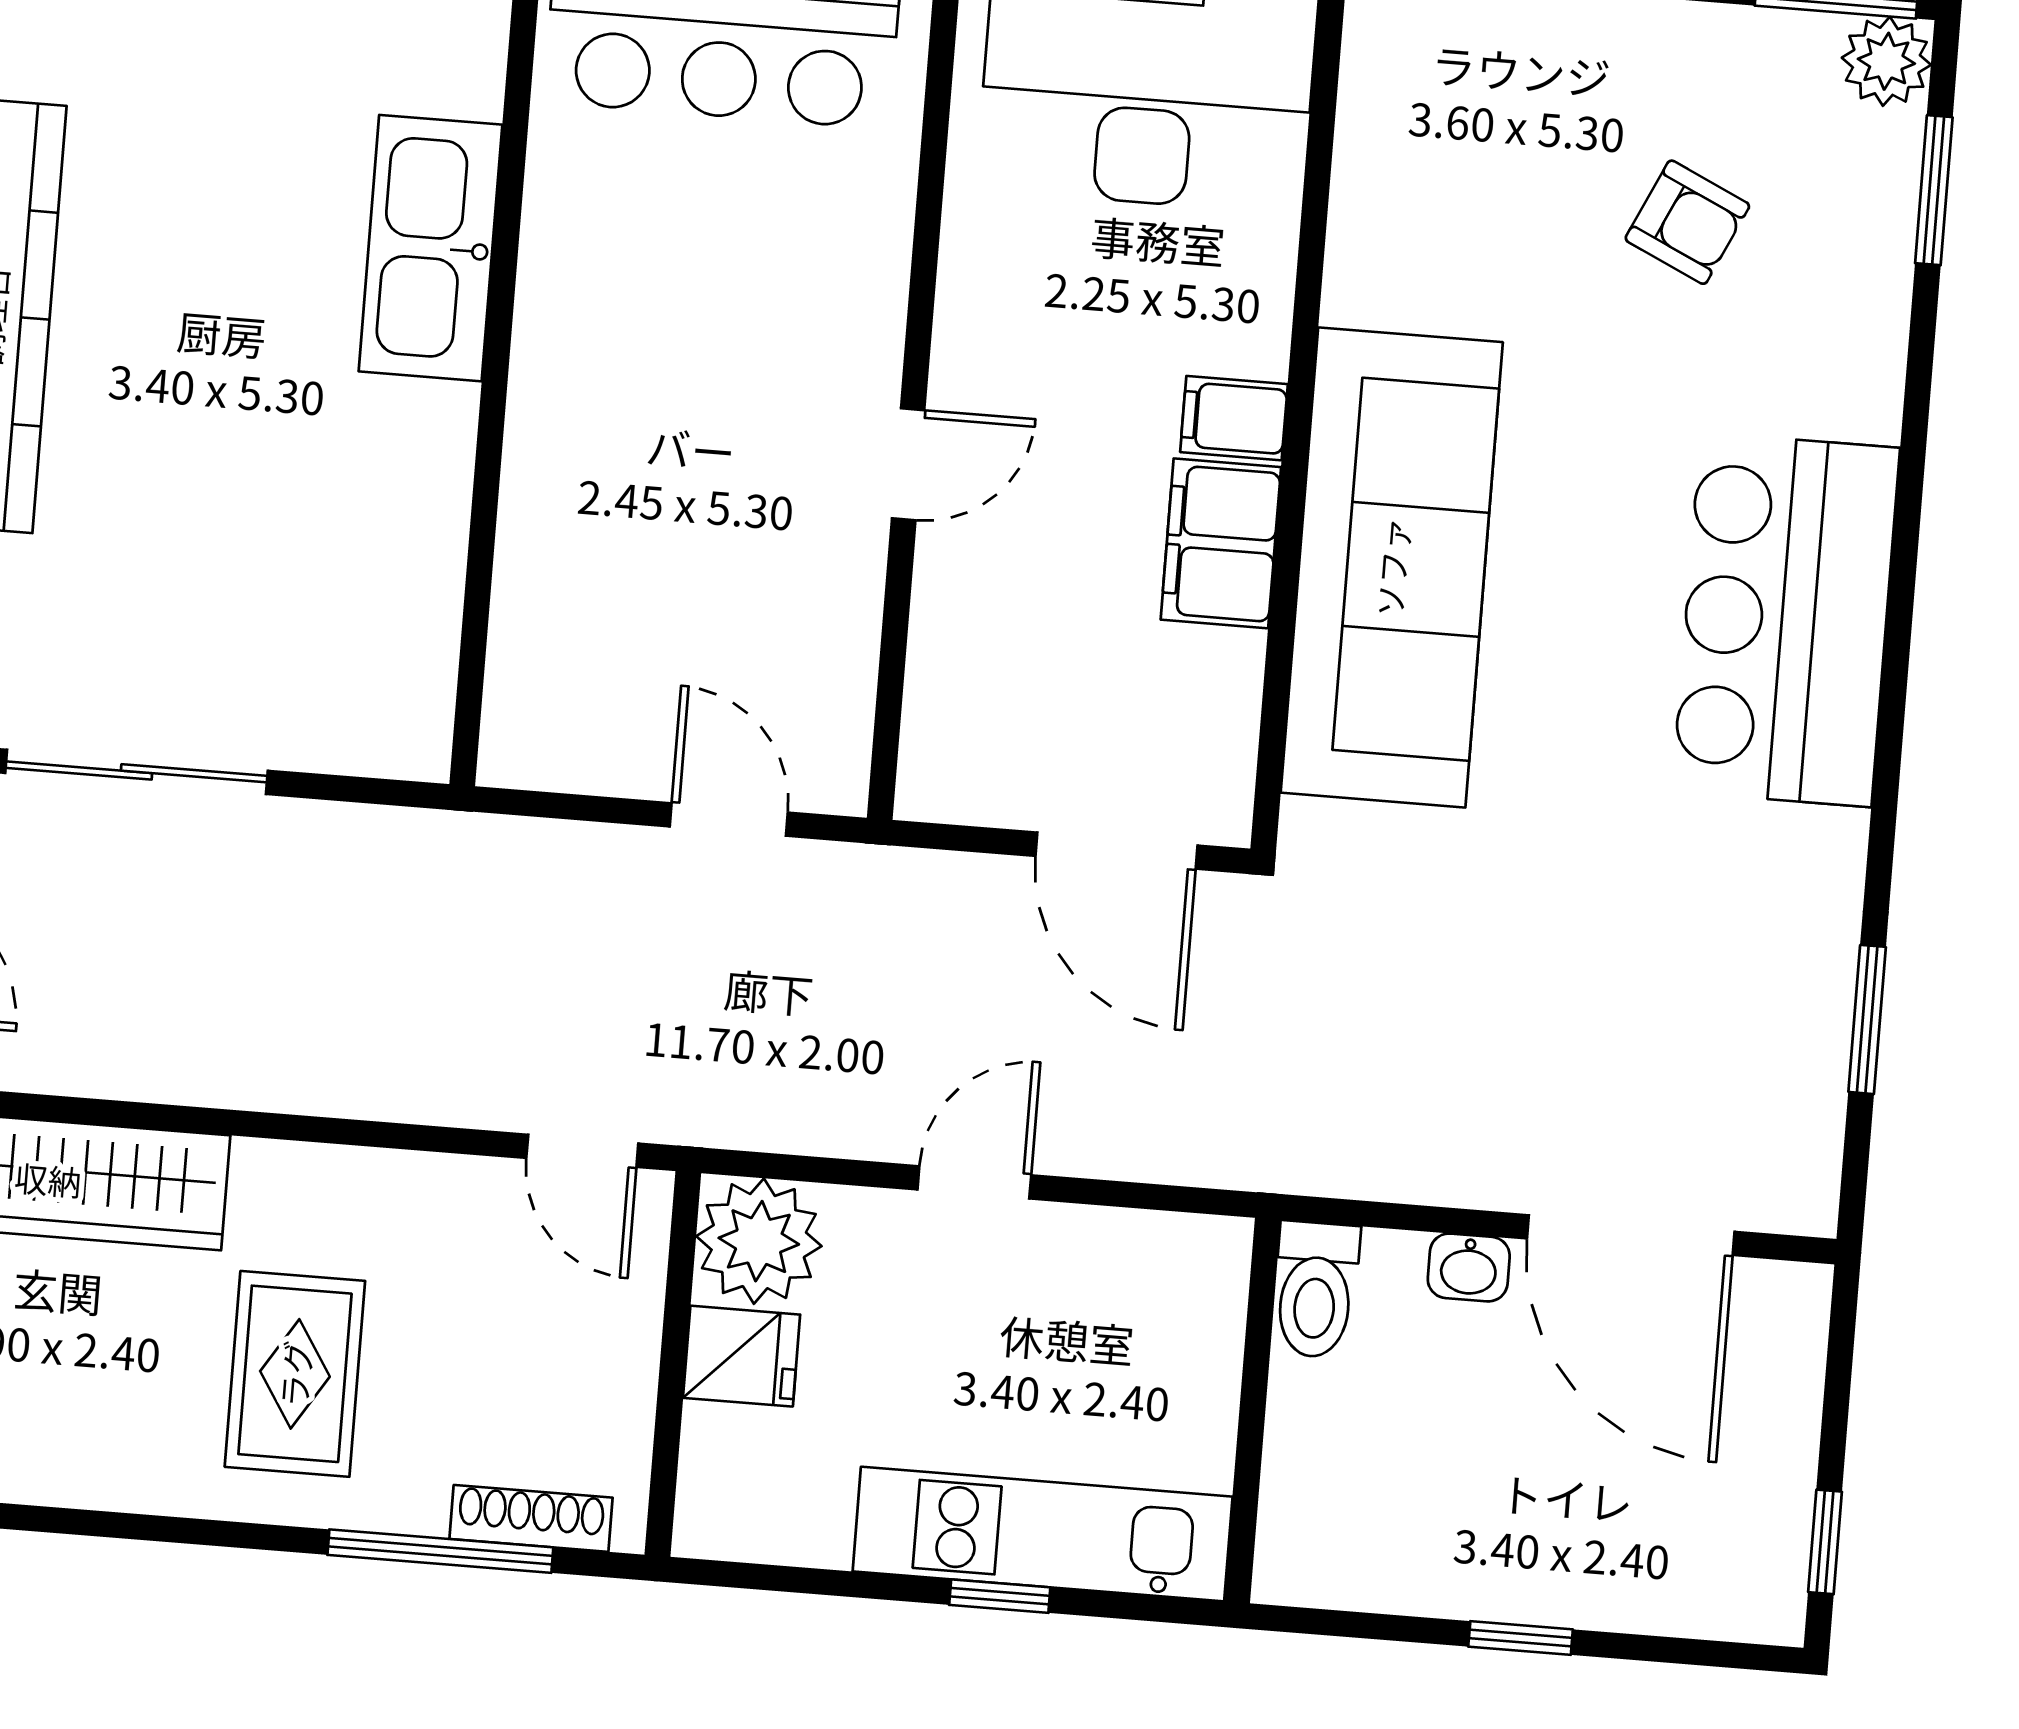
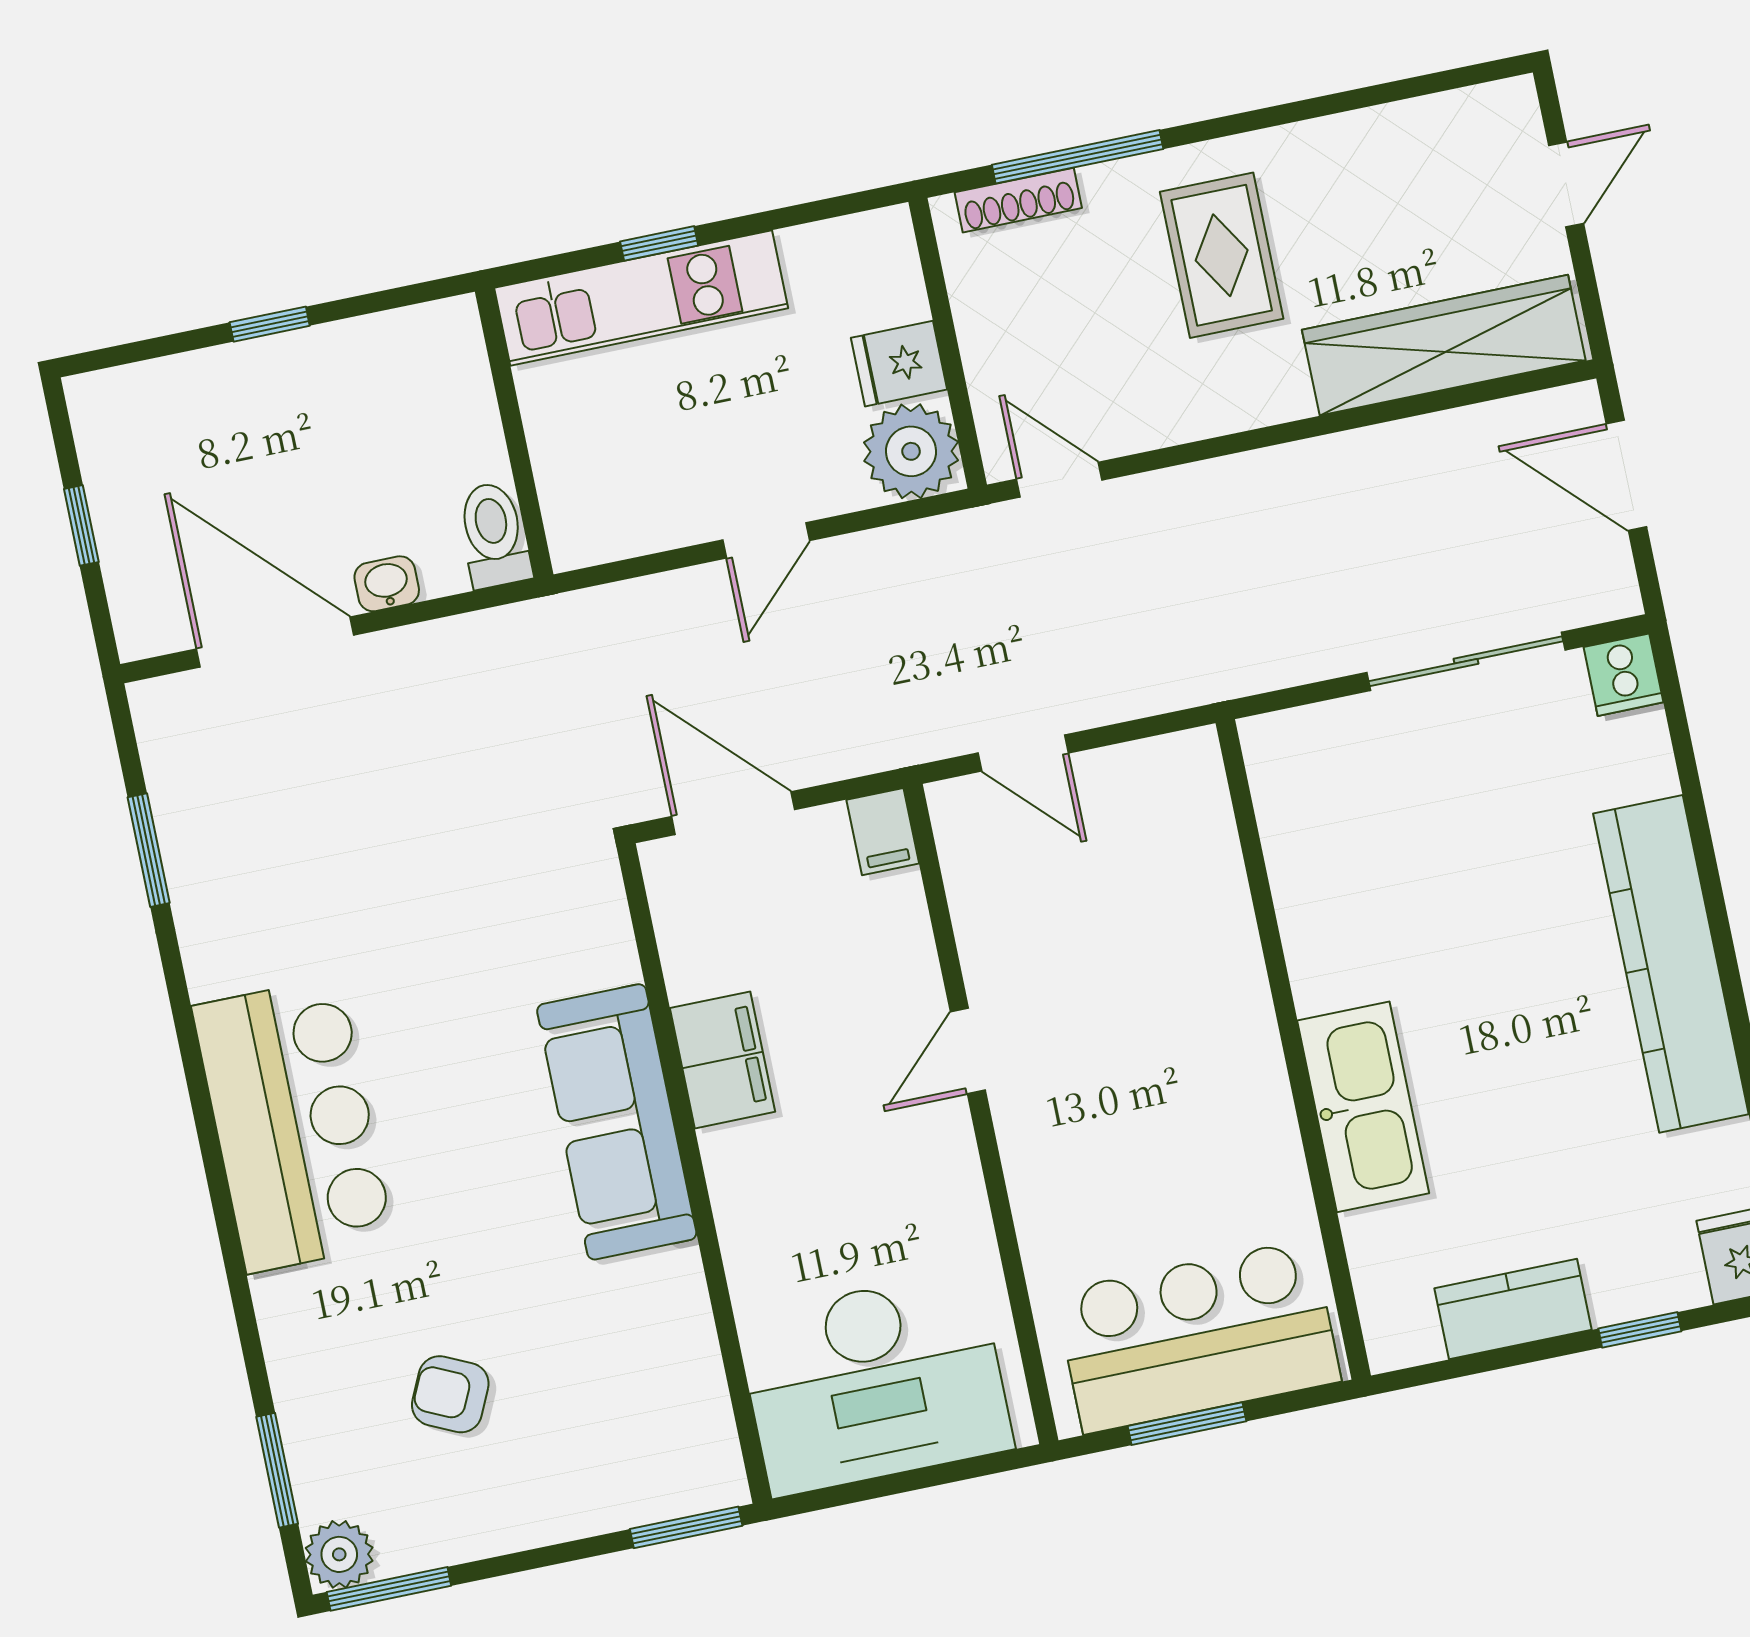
filing cabinet: (1234, 418) -> (883, 832), moved, turned 90
sofa: (1392, 567) -> (617, 1122), width x0.74, depth x0.79
window: (1825, 1542) -> (81, 525), moved

